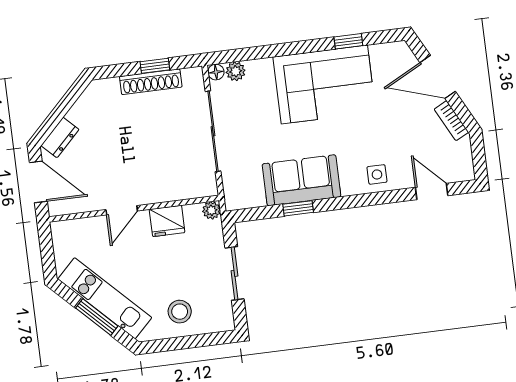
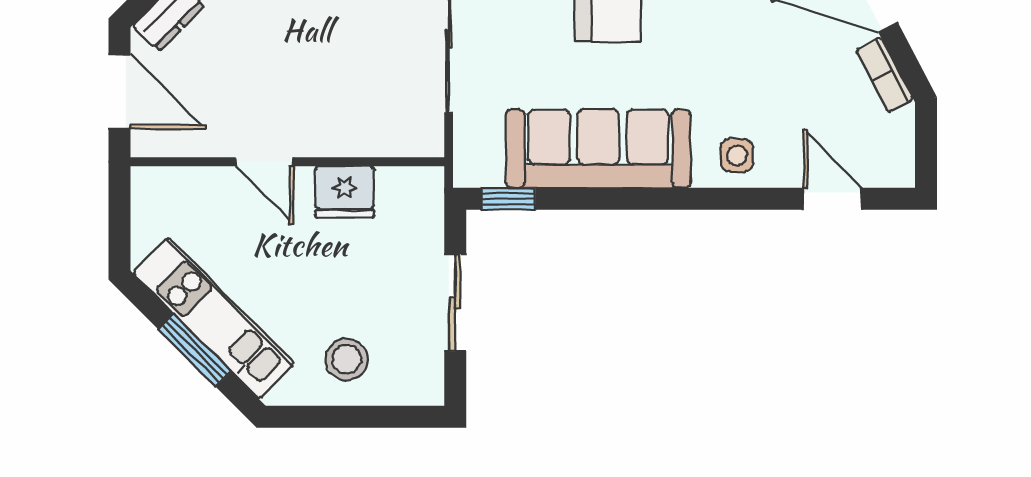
sofa: (301, 180) -> (598, 149), width x1.36
window: (298, 208) -> (508, 199), moved
door: (122, 210) -> (264, 162), hinge flipped
plant: (211, 210) -> (428, 183), removed

